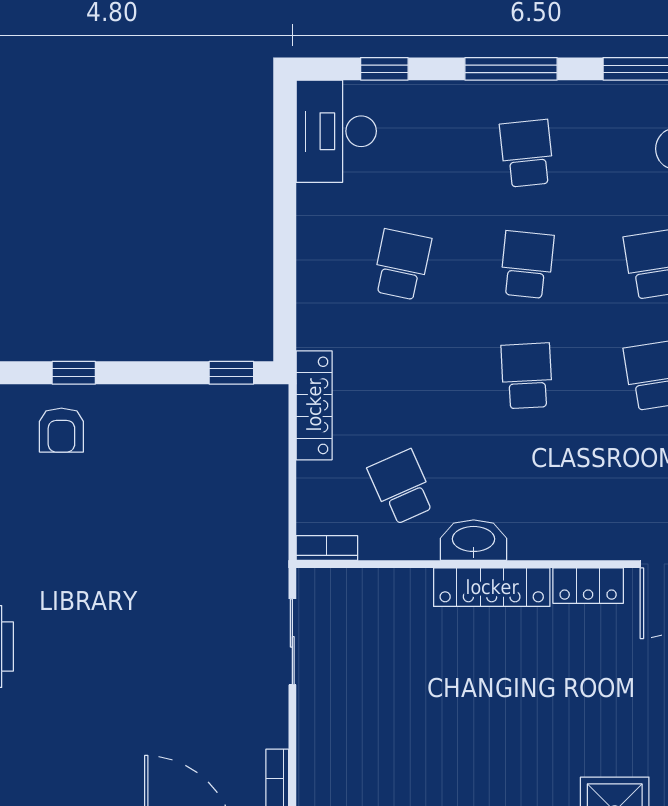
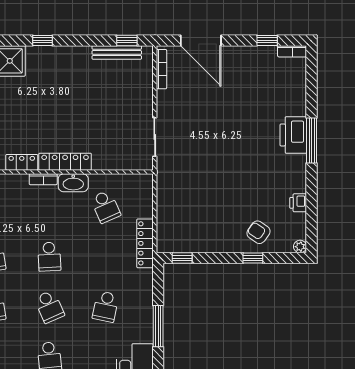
window: (285, 221) -> (158, 326), added
school desk: (527, 265) -> (49, 307), turned -30
armchair: (61, 430) -> (258, 232), turned -55
bookcase: (327, 548) -> (43, 179), moved

